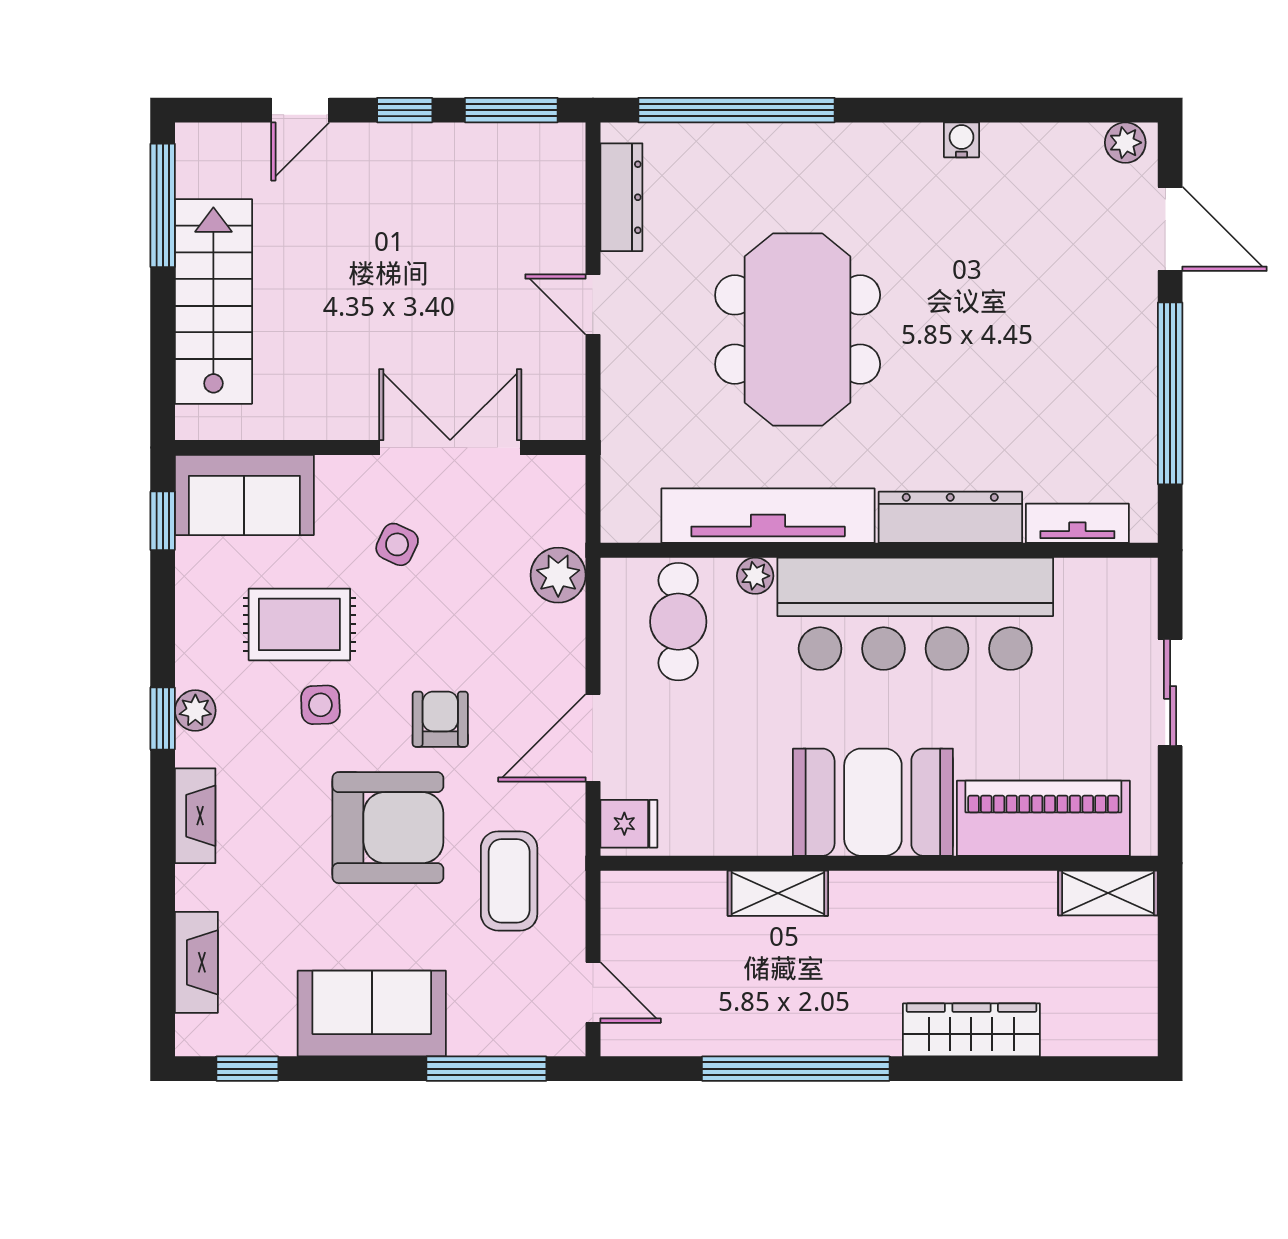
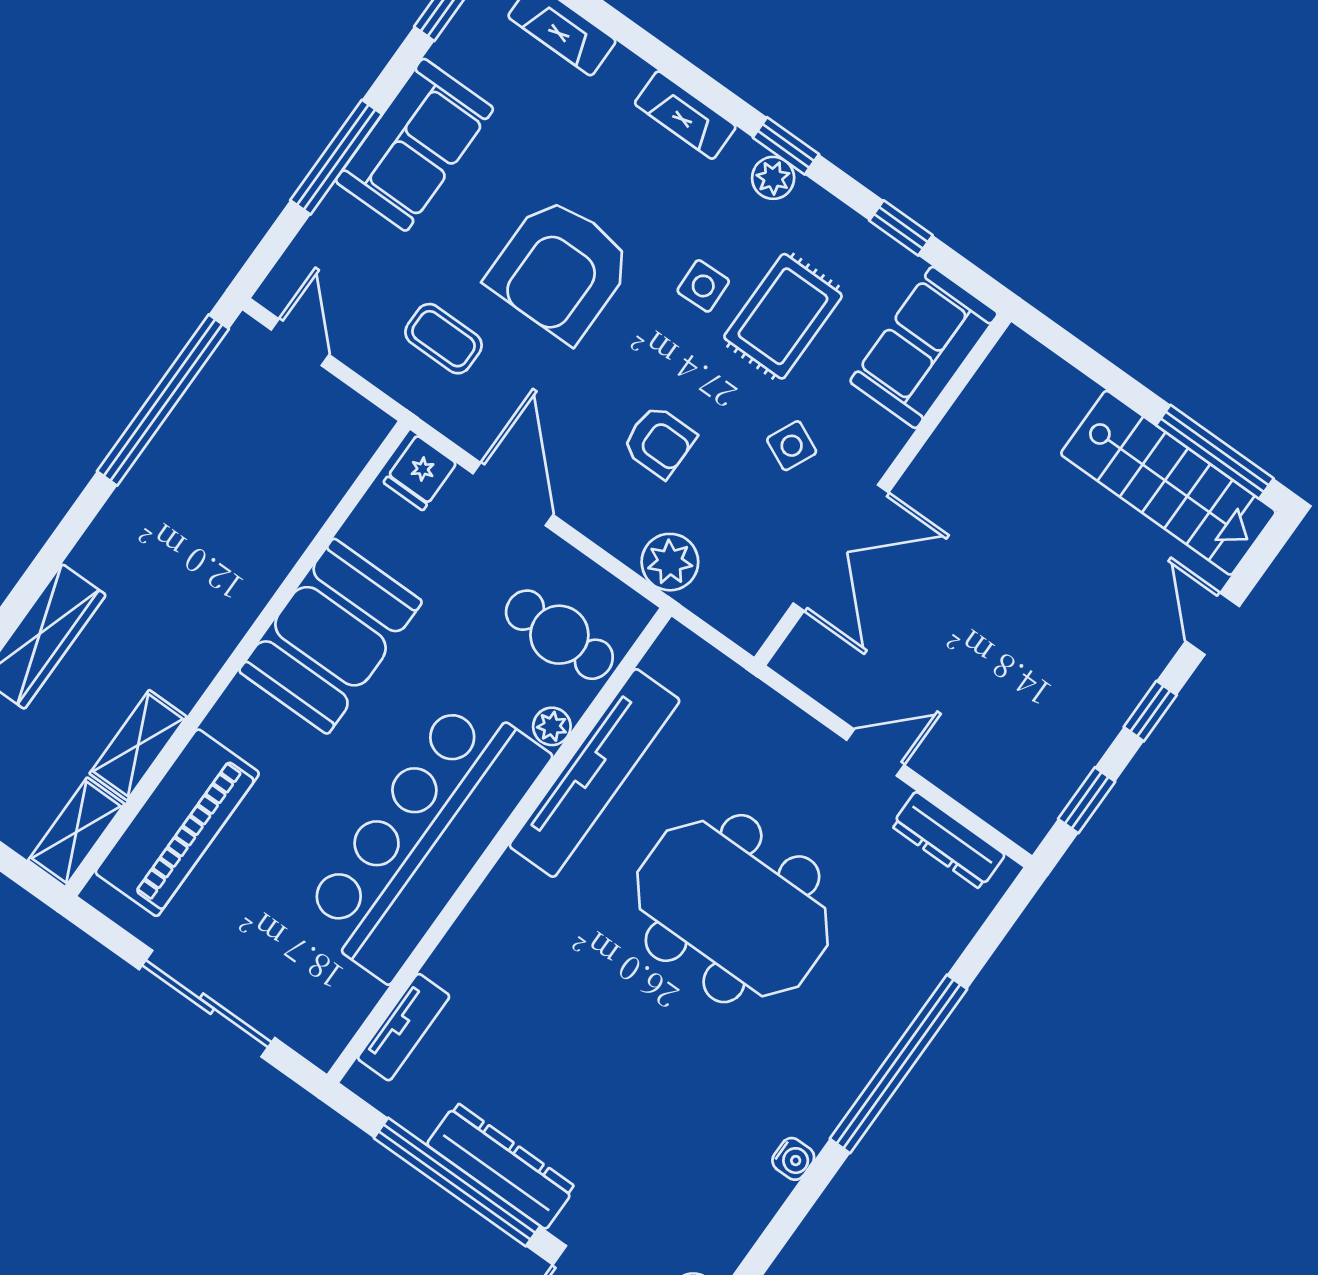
window: (511, 110) -> (1087, 800), width x0.67
window: (737, 110) -> (899, 1064), moved
stairs: (213, 301) -> (1168, 483), moved
dresser: (950, 517) -> (501, 1166), moved, turned -90
window: (163, 521) -> (901, 228), moved
sliding door: (1170, 692) -> (207, 1004), width x1.37
armchair: (440, 719) -> (659, 442), moved
booth: (873, 802) -> (331, 636), moved
coffee table: (509, 881) -> (443, 339), width x0.73, depth x0.77
shelving: (778, 893) -> (138, 745), moved
door: (593, 992) -> (300, 342), swing flipped
window: (486, 1069) -> (336, 157), moved
window: (796, 1069) -> (163, 400), moved

